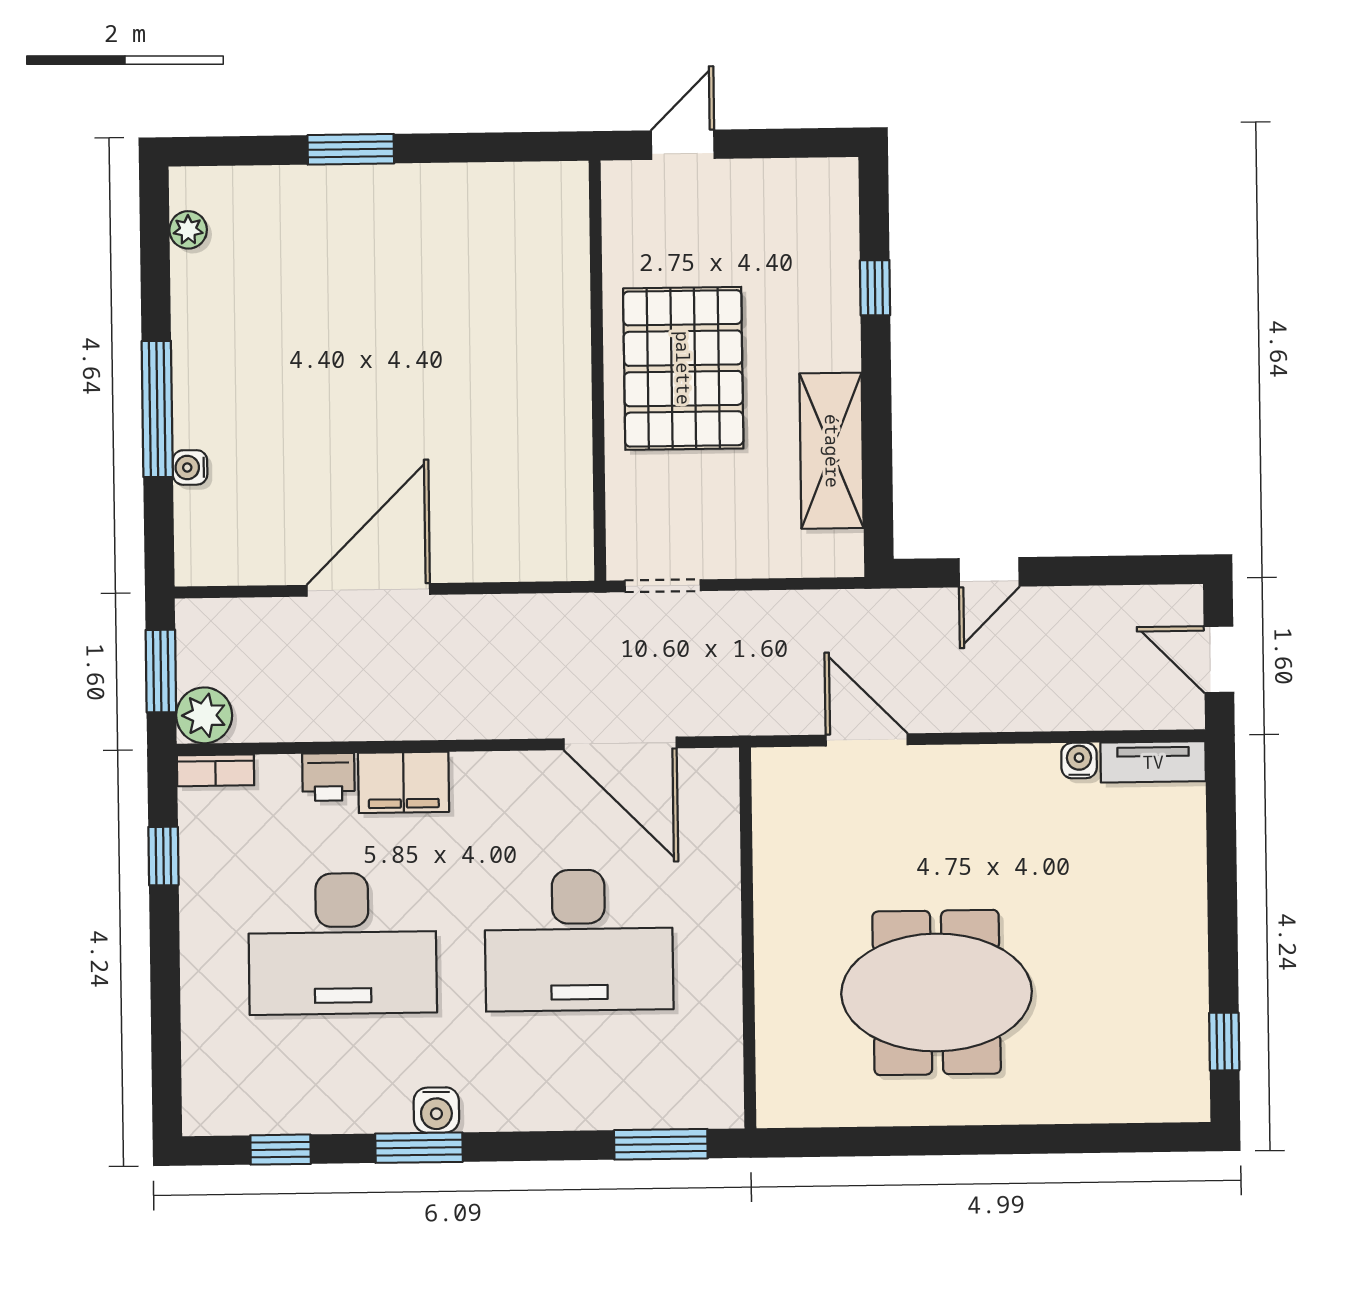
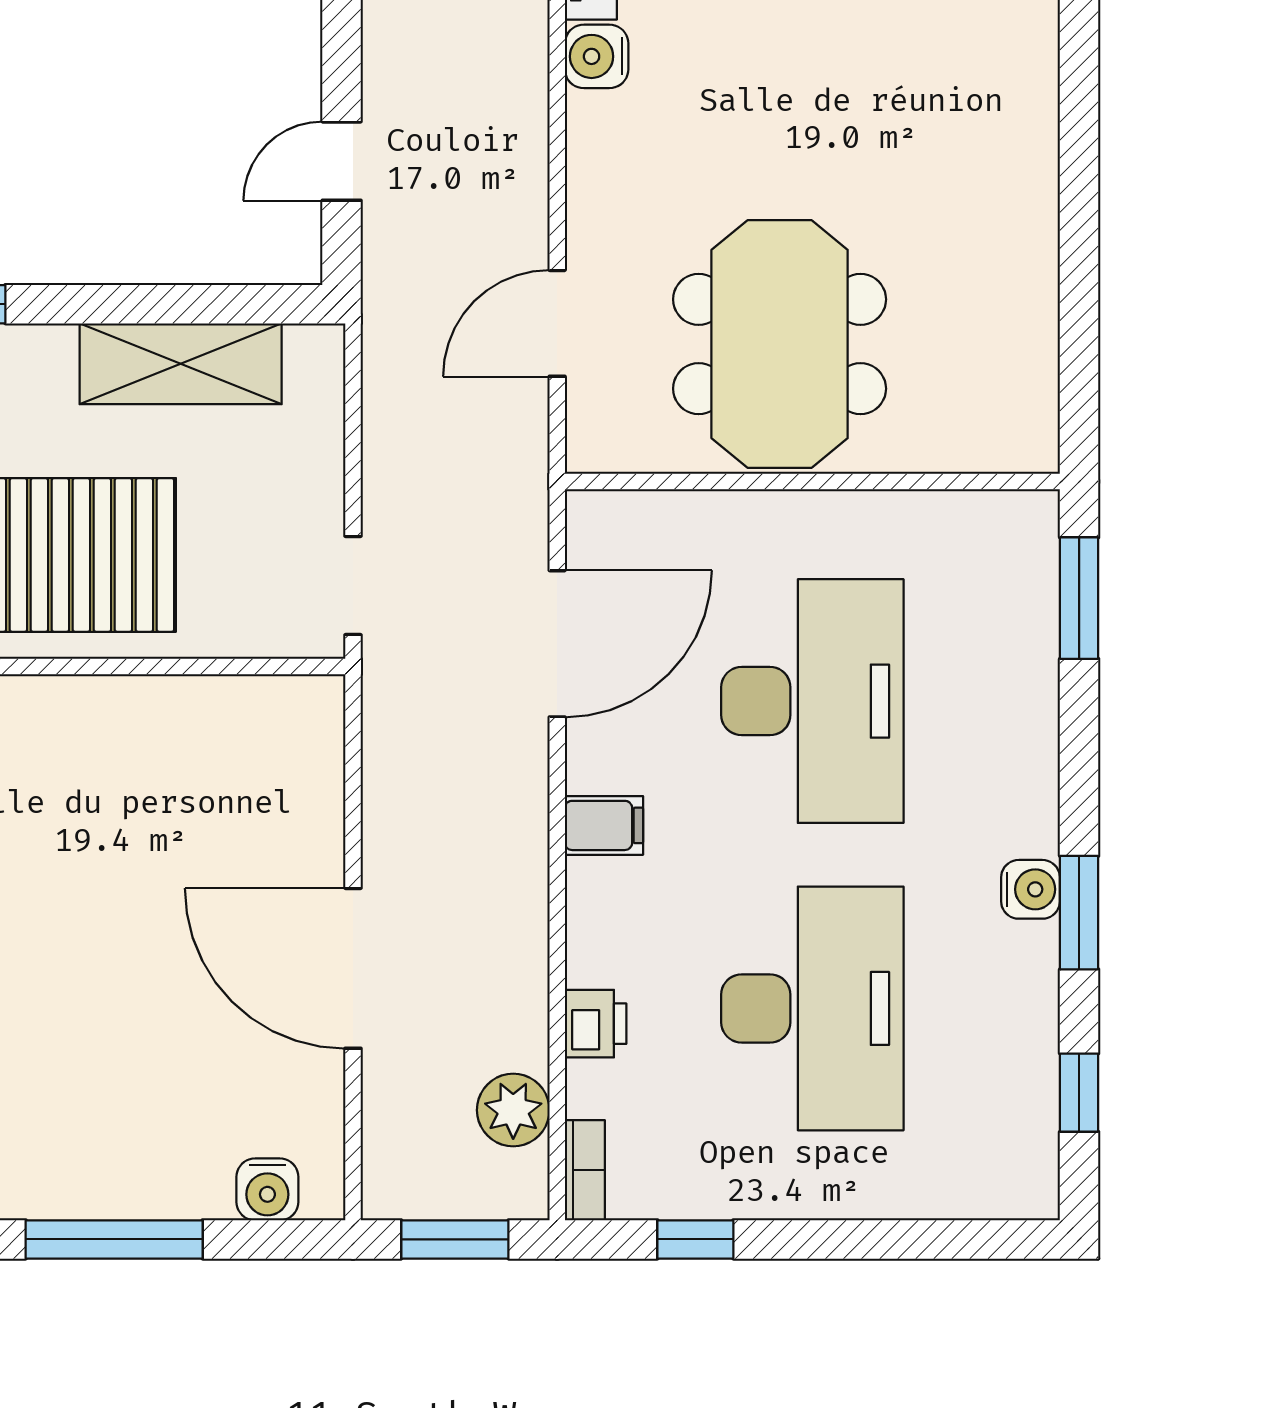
water cooler: (190, 467) -> (267, 1189), moved, width x1.38, depth x1.38
door: (989, 572) -> (342, 161), swing flipped
plant: (204, 715) -> (513, 1110), moved
water cooler: (1079, 761) -> (597, 56), width x1.38, depth x1.38
filing cabinet: (404, 782) -> (604, 825), moved, width x0.50
meeting table: (937, 992) -> (780, 344), moved

